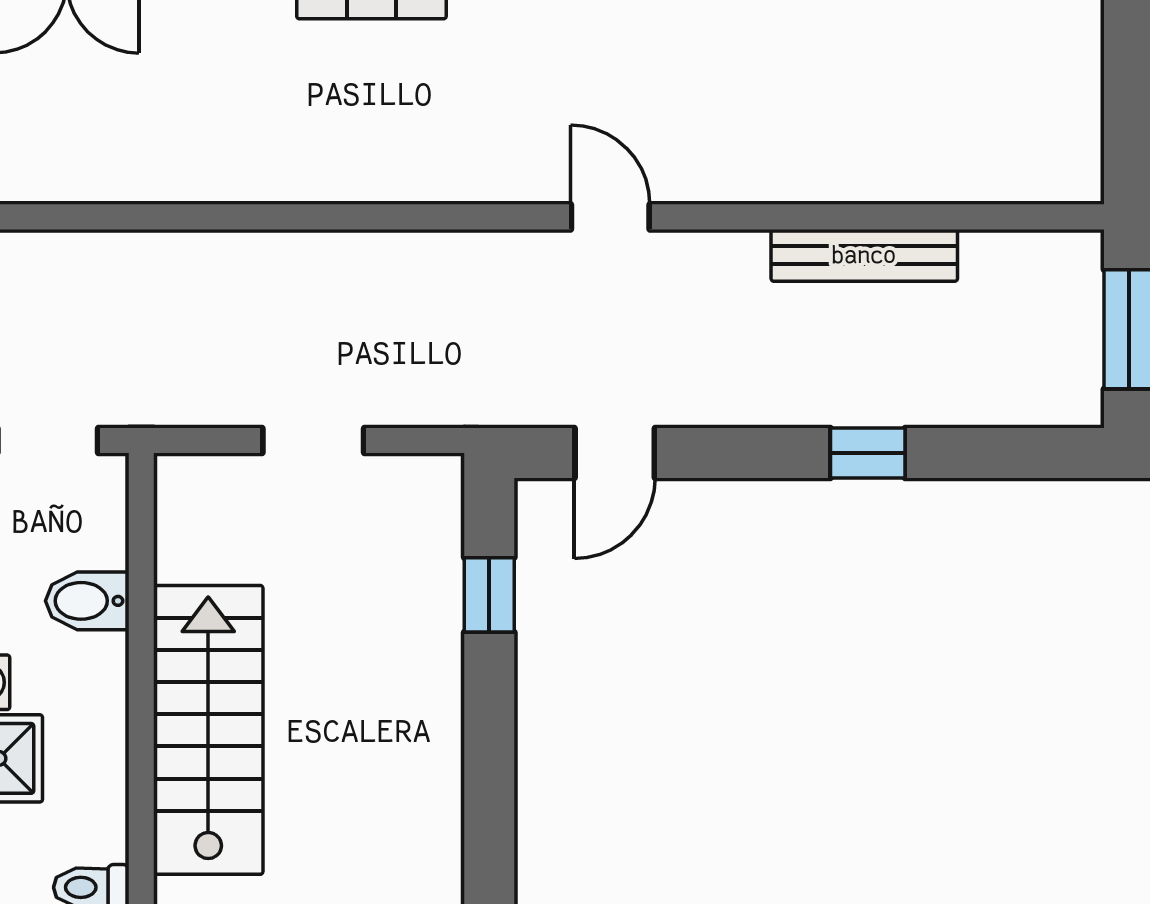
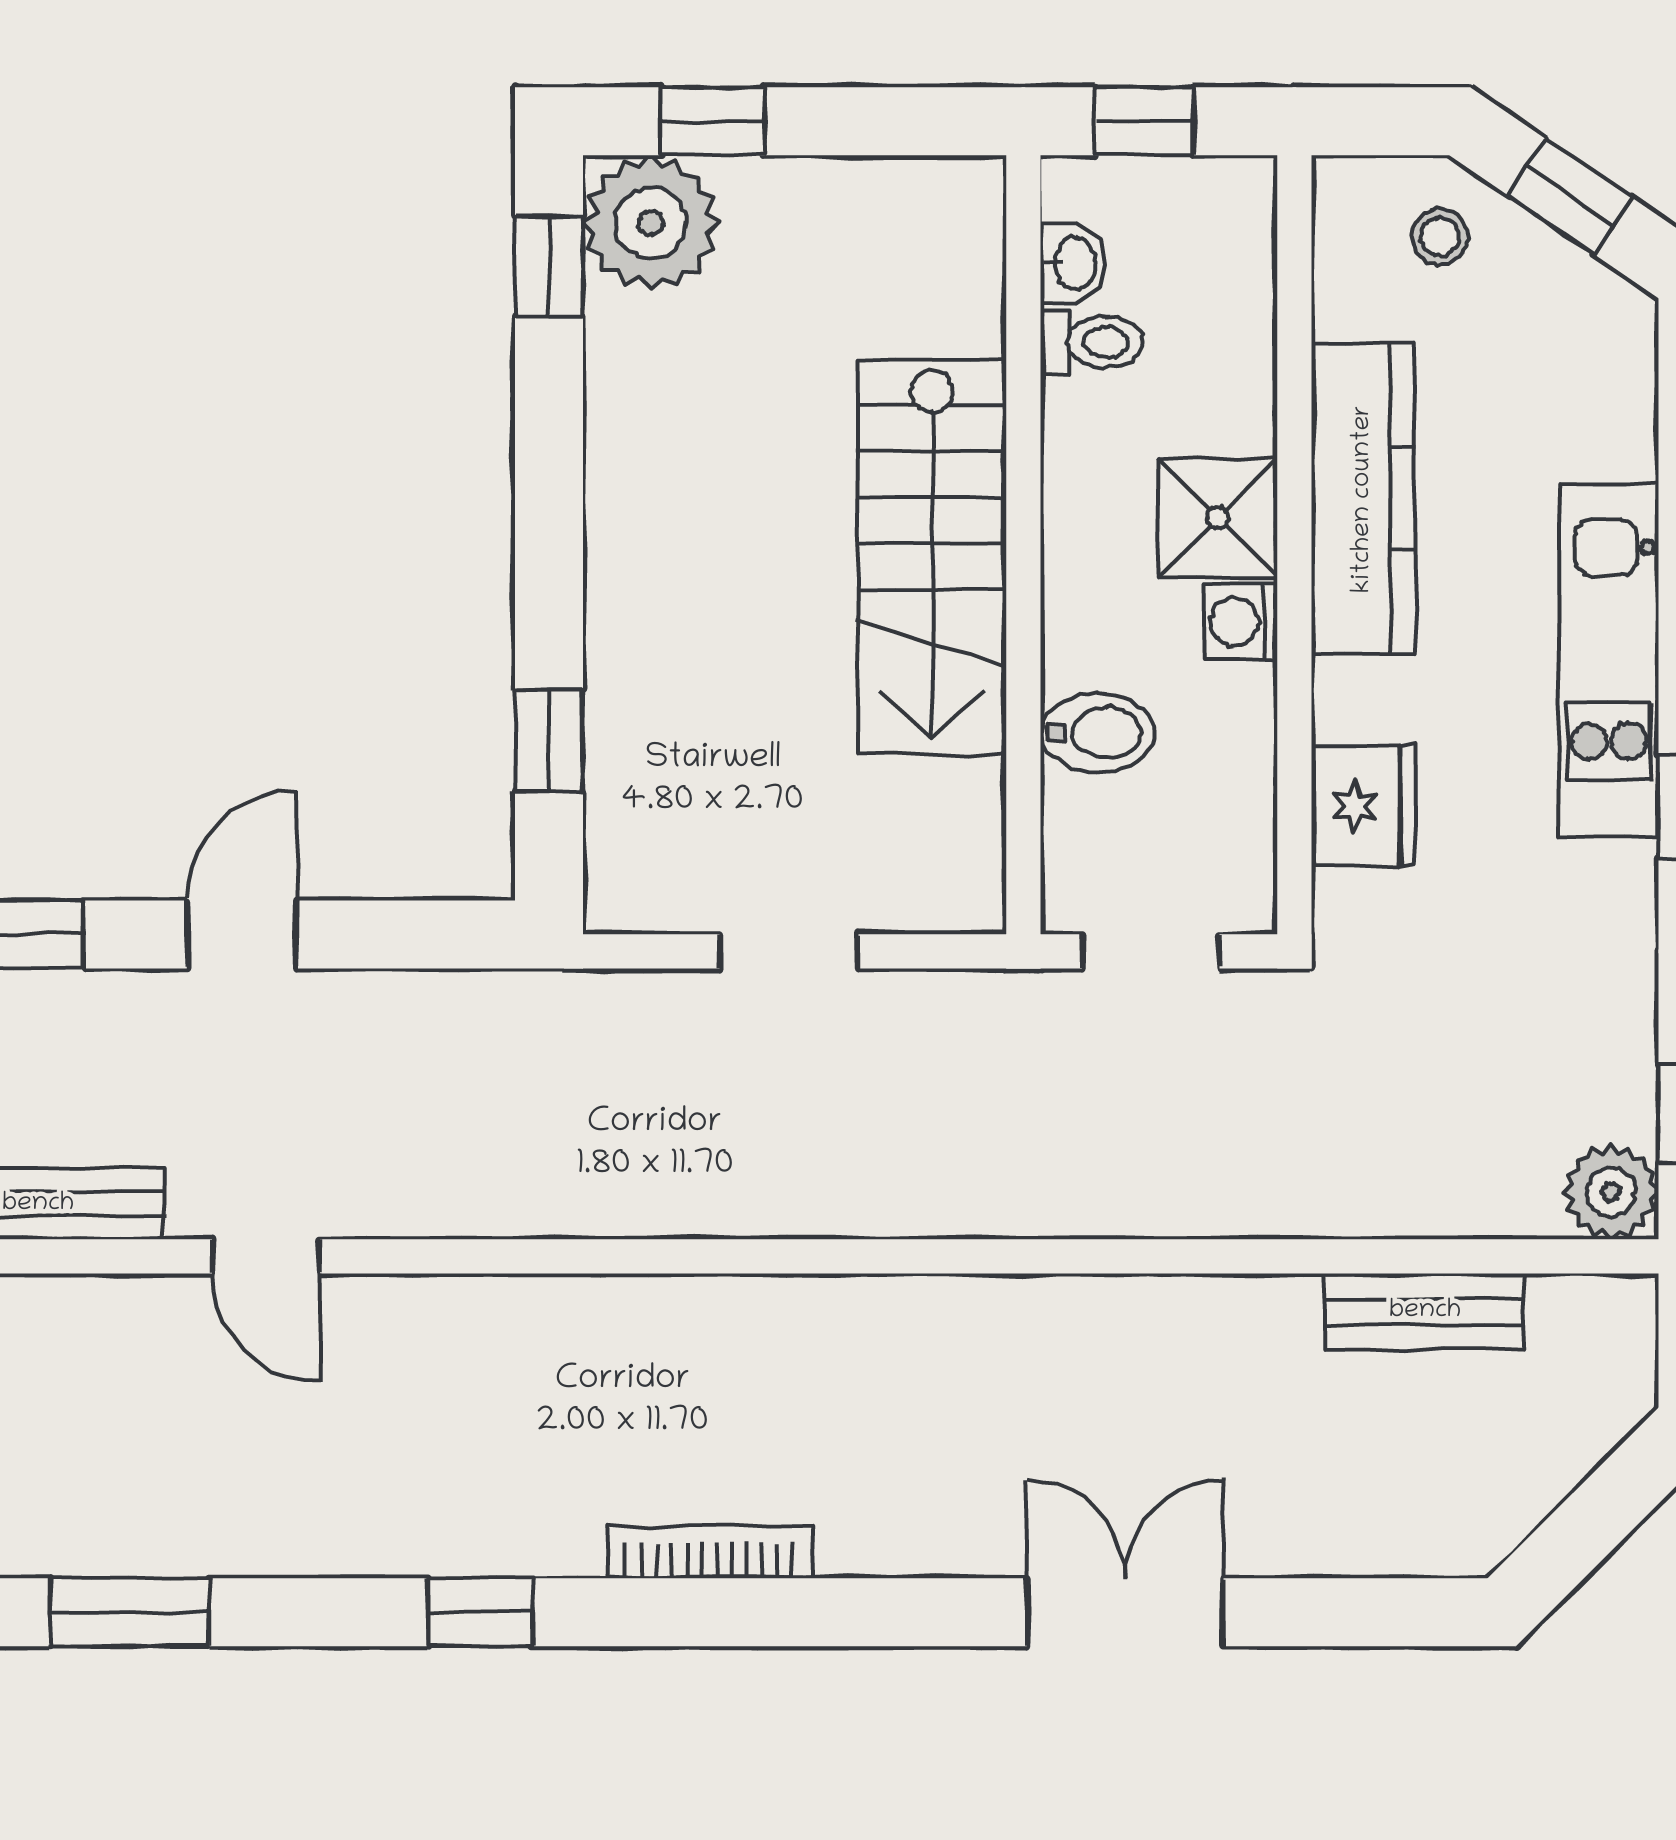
door: (610, 217) -> (266, 1256), moved
door: (615, 453) -> (242, 934), moved

